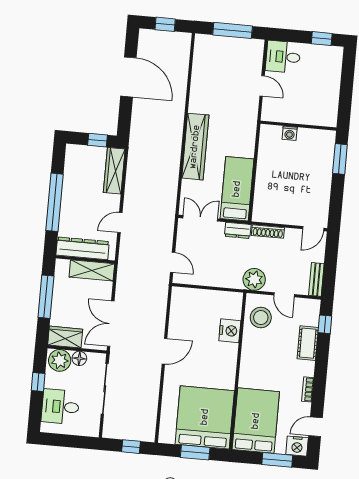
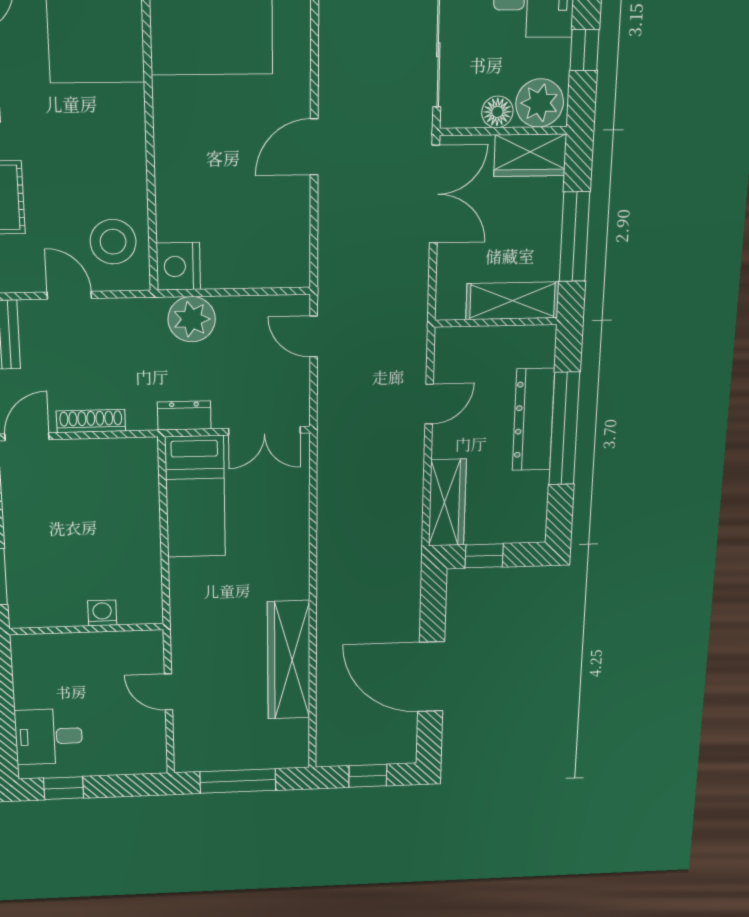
desk: (283, 57) -> (49, 736), moved, turned 180
wardrobe: (195, 147) -> (289, 660), moved
shoe rack: (268, 232) -> (91, 421), moved
dresser: (83, 248) -> (533, 420), moved, turned 90
shelving: (92, 270) -> (512, 301), moved
plant: (254, 279) -> (192, 319), moved
nightstand: (230, 331) -> (178, 266), moved

